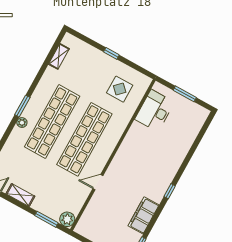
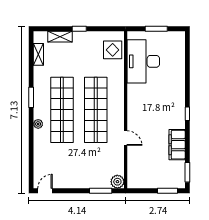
display table: (120, 89) -> (113, 50), moved
window: (22, 106) -> (31, 97), moved
desk: (155, 111) -> (143, 61), width x1.36, depth x1.30
door: (98, 182) -> (126, 138), swing flipped
shelving: (20, 195) -> (60, 37), moved

